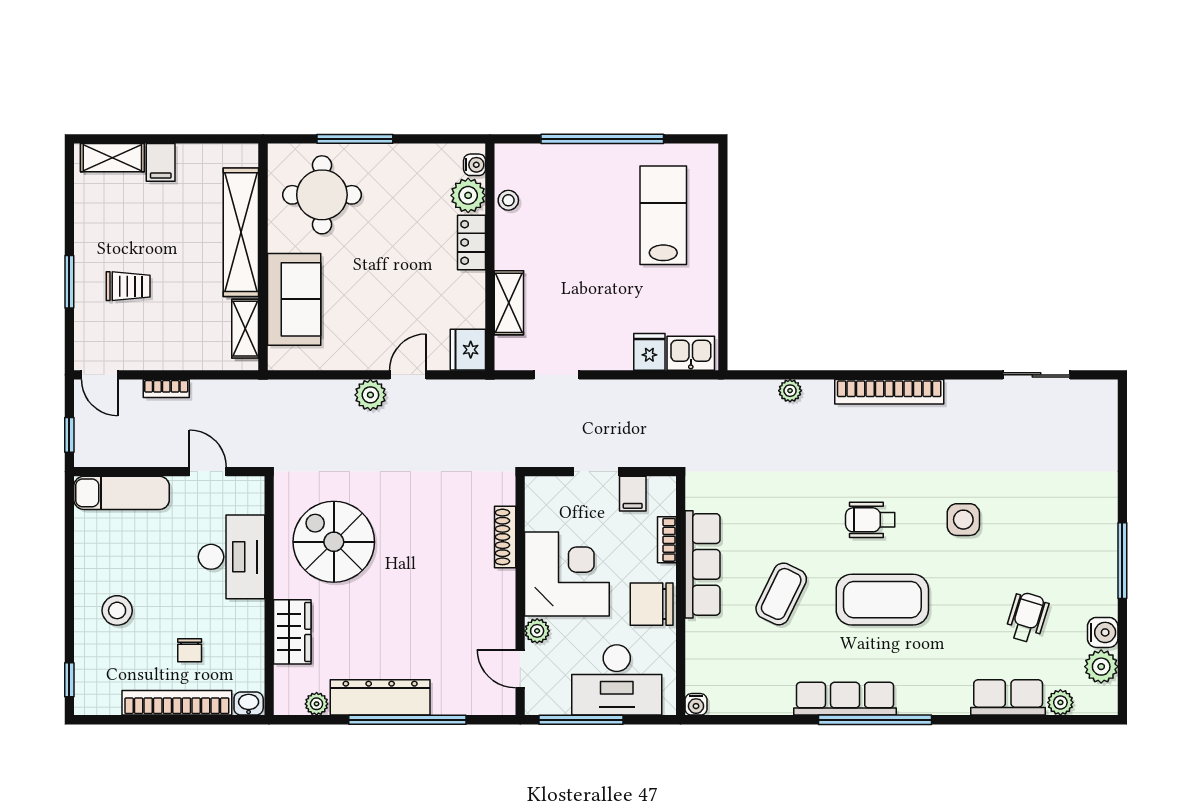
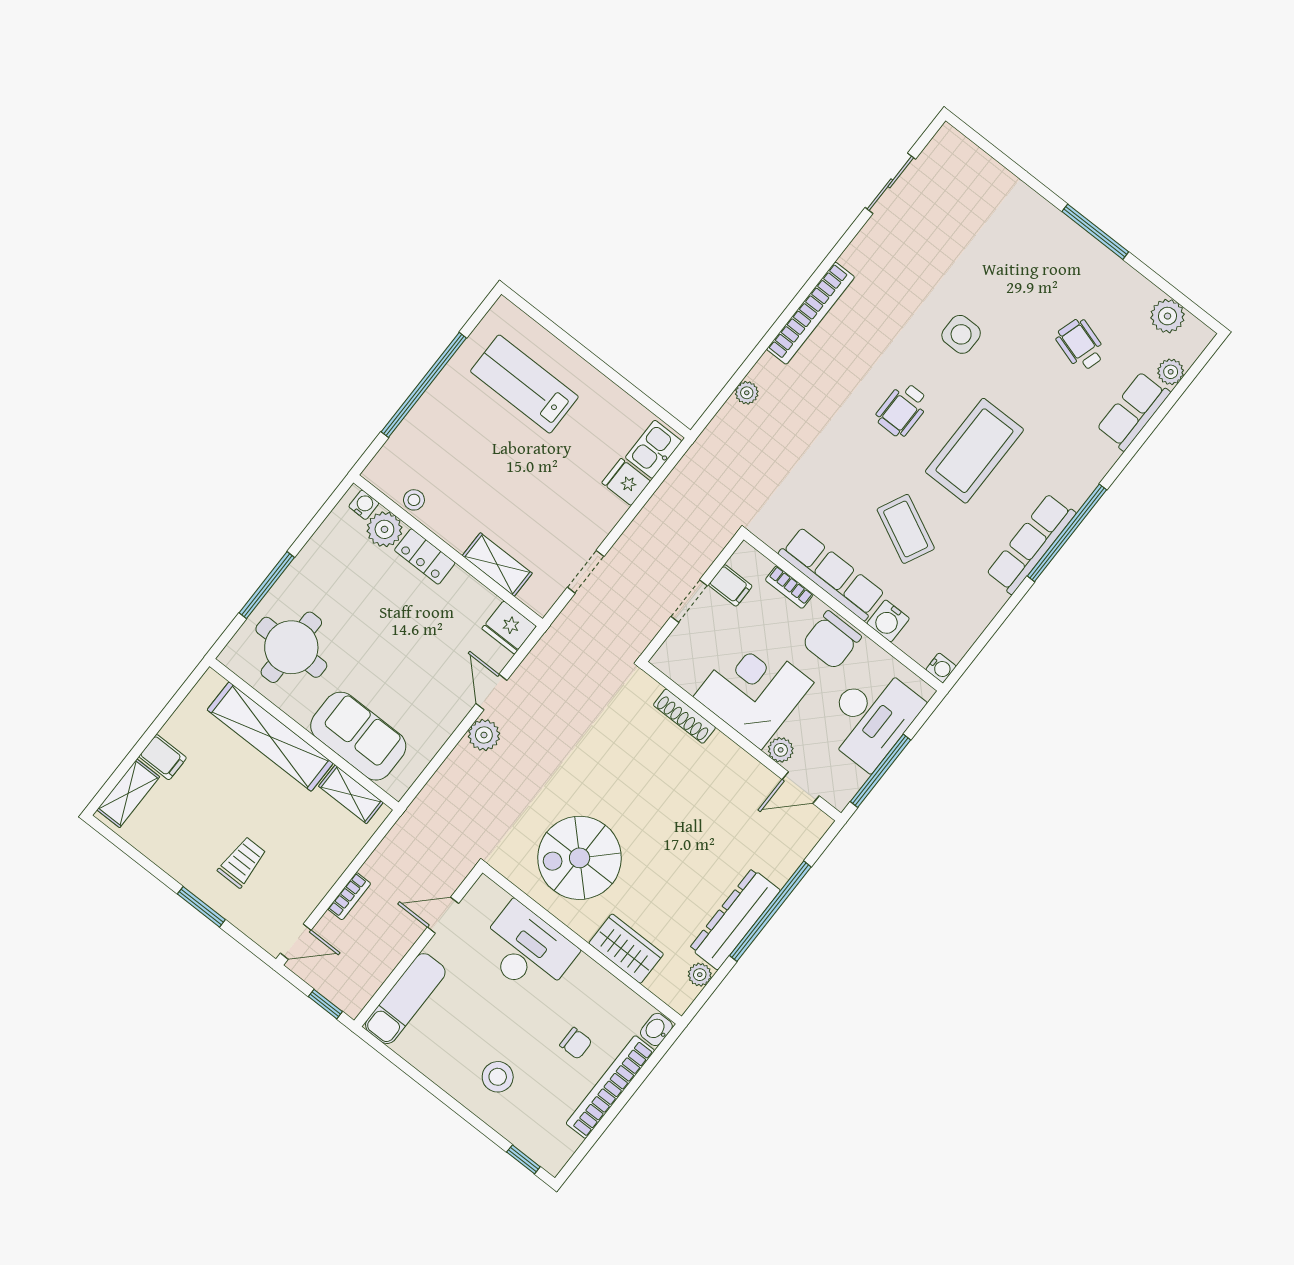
water cooler: (1103, 632) -> (888, 621), moved, turned 180

